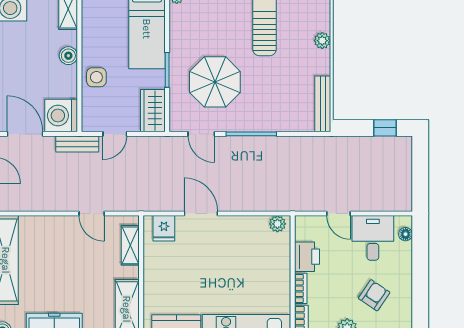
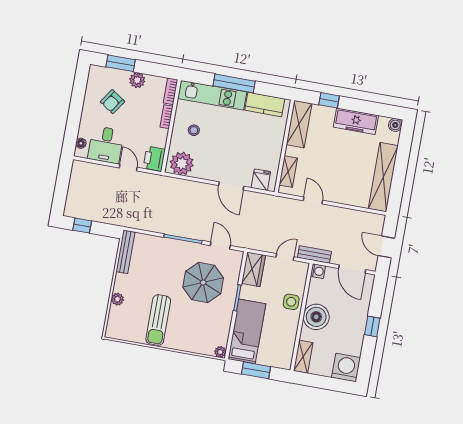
boiler: (68, 56) -> (316, 317), width x1.86, depth x1.86
washing machine: (61, 116) -> (318, 271), width x0.53, depth x0.53
plant: (277, 224) -> (182, 164), width x1.87, depth x1.87
printer: (307, 257) -> (154, 159), moved
stool: (262, 277) -> (194, 130), added

